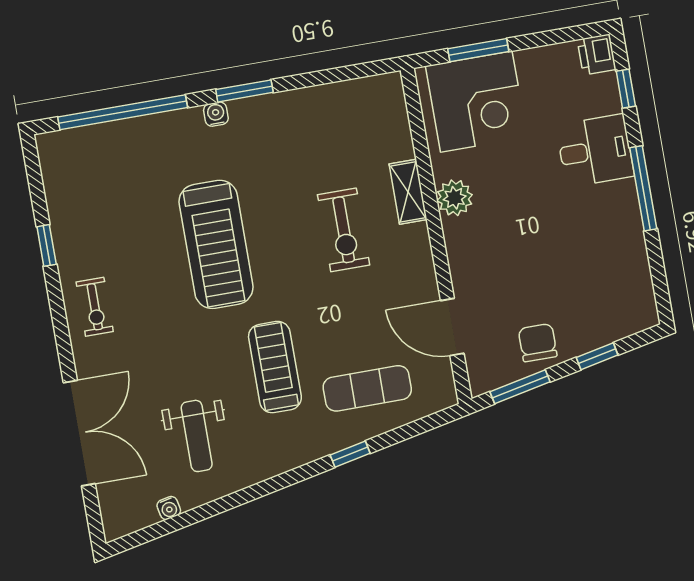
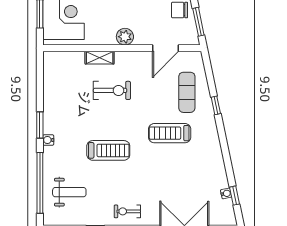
plant: (455, 198) -> (125, 37), moved
treadmill: (216, 244) -> (108, 150), width x0.73, depth x0.73
exercise bike: (95, 307) -> (127, 211), turned 180
weight bench: (197, 436) -> (69, 192), moved
window: (167, 527) -> (235, 196), added

